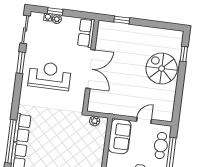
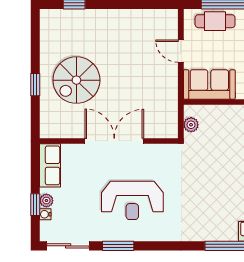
window: (122, 20) -> (35, 85), moved
row of seats: (86, 33) -> (50, 165), moved, turned -90
spiral stairs: (162, 69) -> (76, 80), moved
reception desk: (50, 76) -> (132, 200), turned -90
row of seats: (22, 128) -> (216, 231), removed

